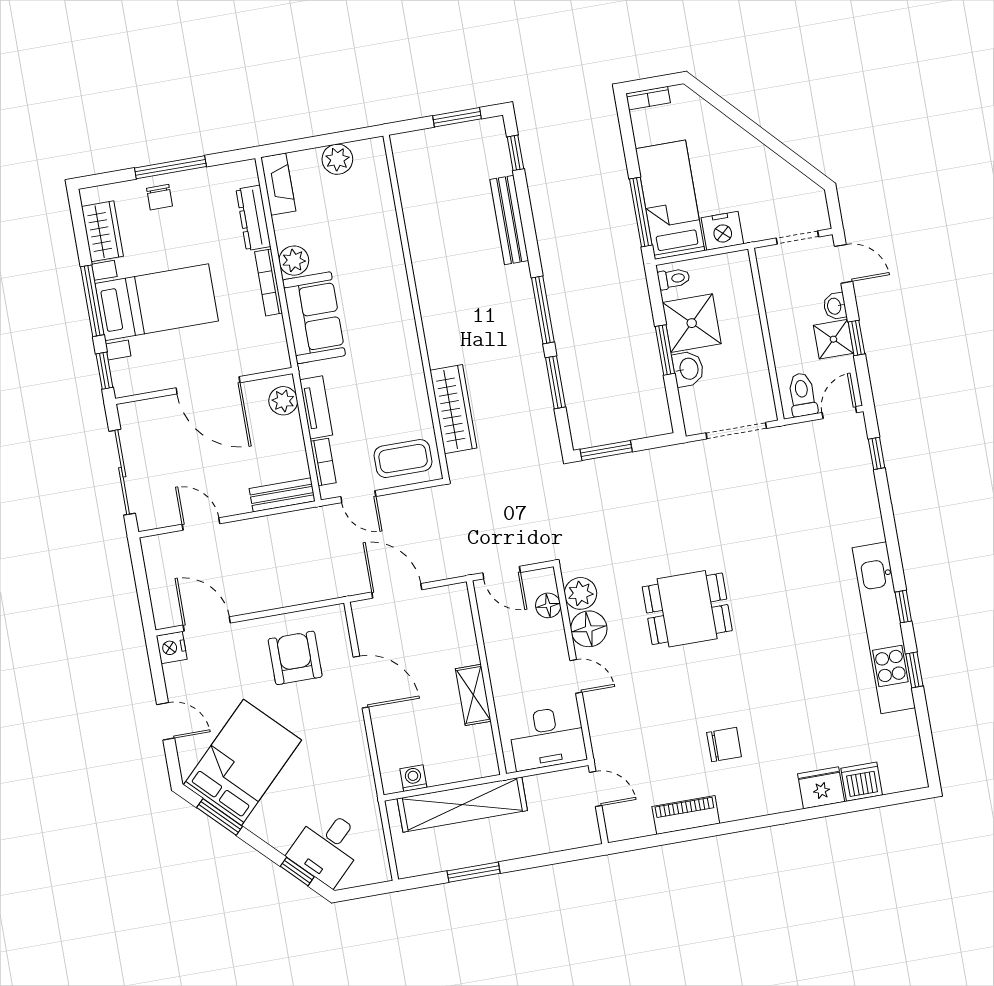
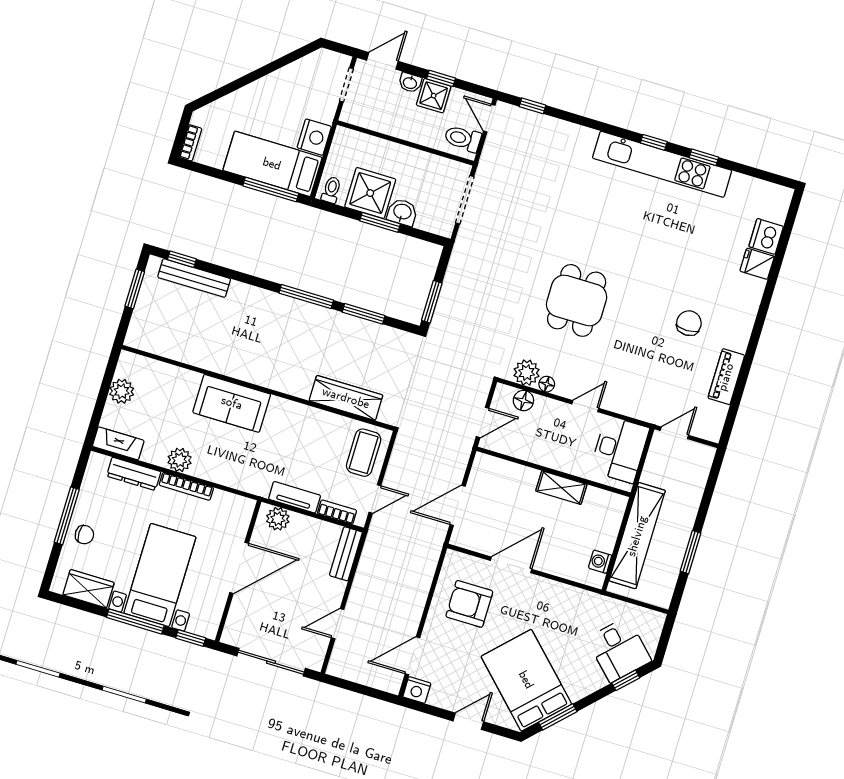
bench: (509, 220) -> (194, 278), moved
sofa: (314, 318) -> (232, 403), moved, turned 180
floor lamp: (589, 629) -> (547, 384), width x0.53, depth x0.53
fridge: (821, 788) -> (757, 264), width x0.72

